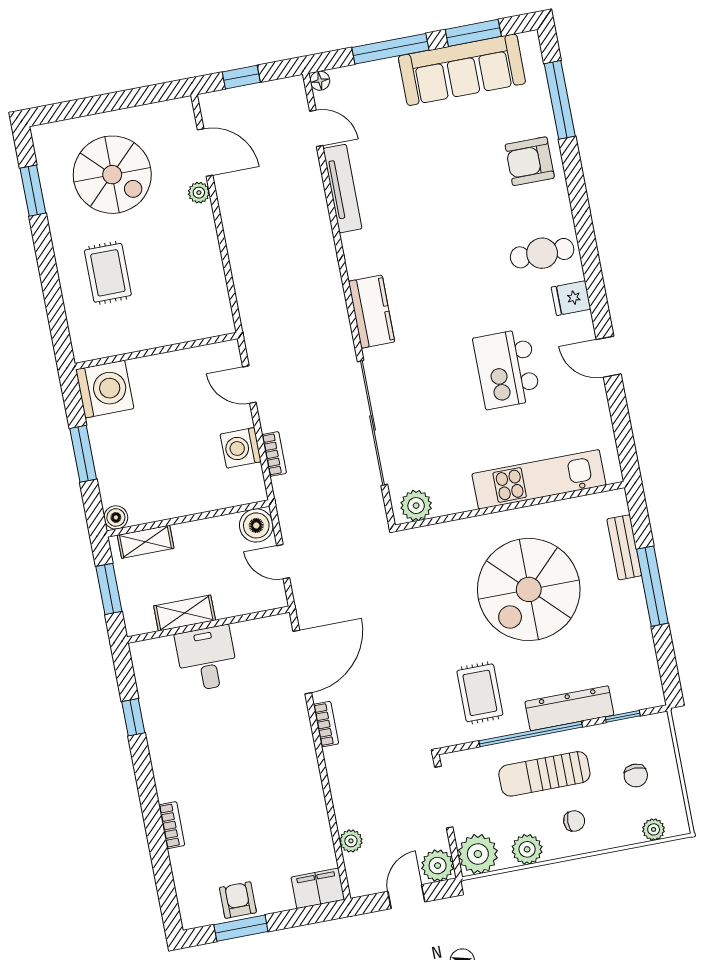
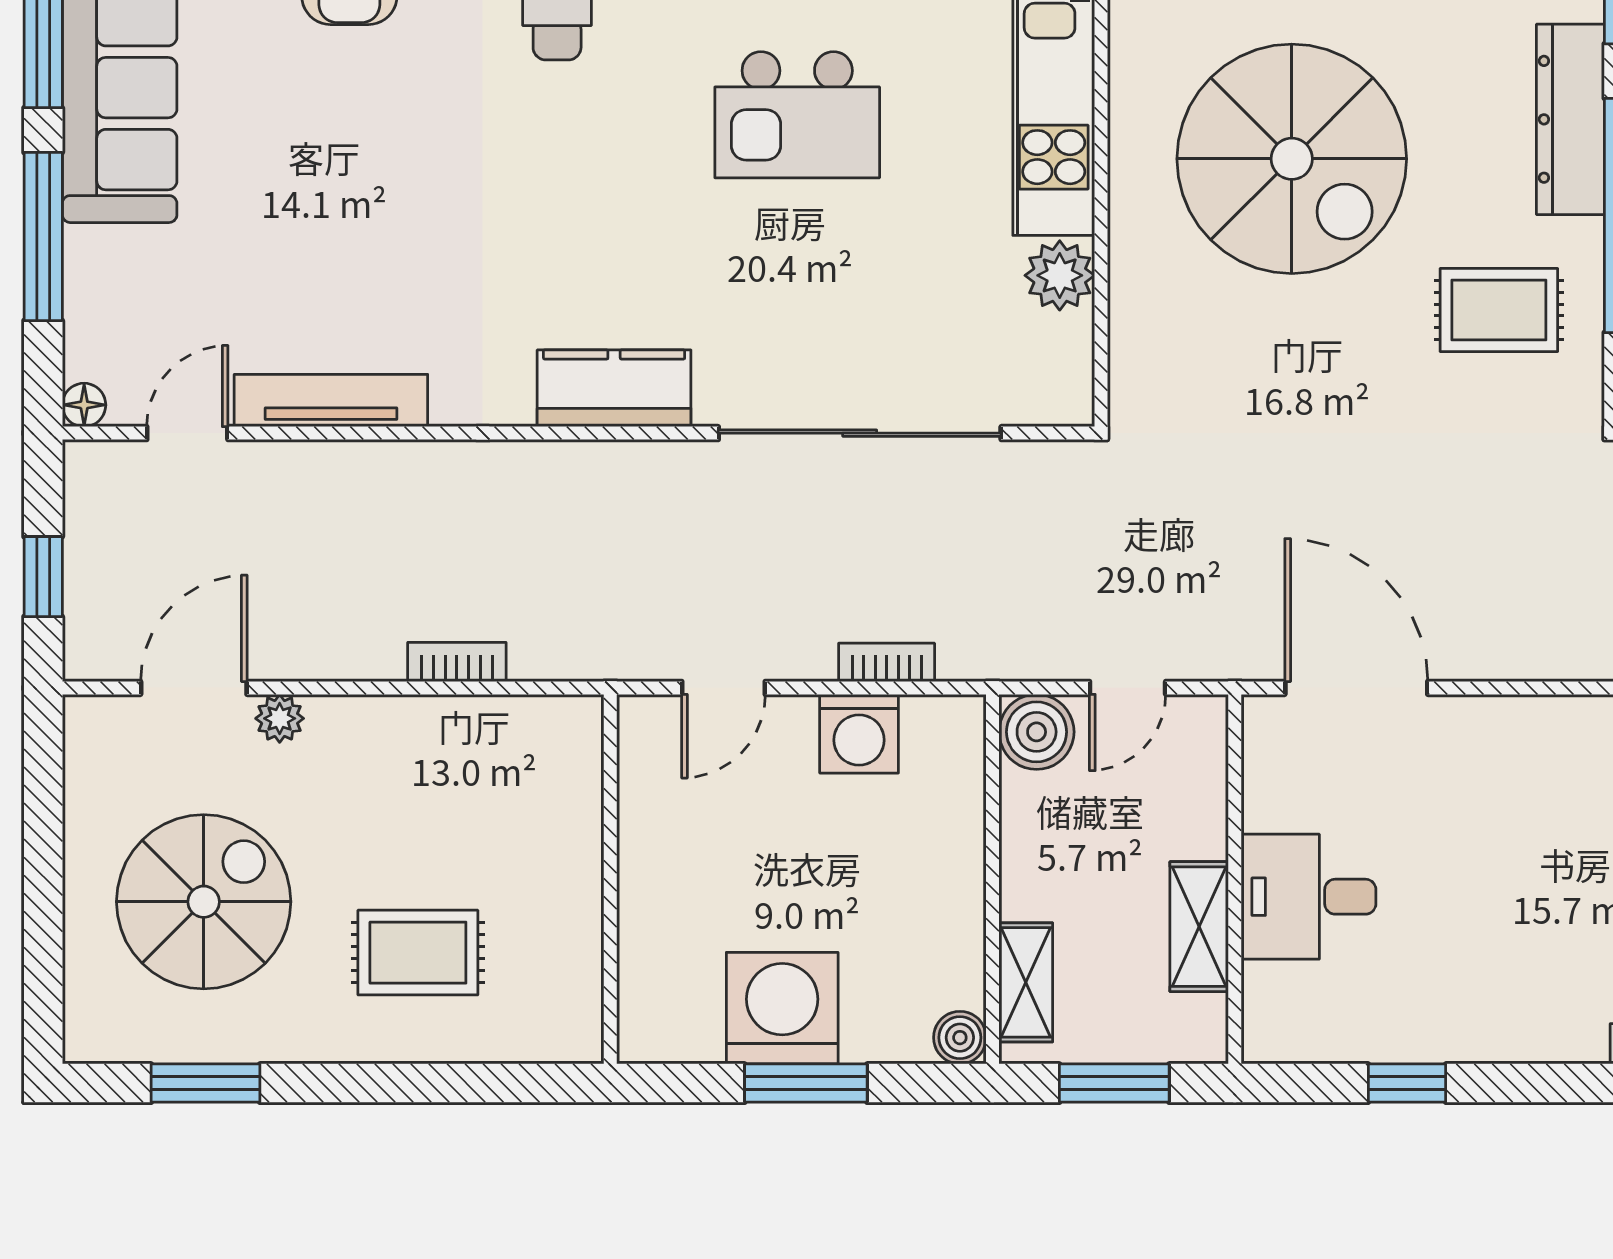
washing machine: (105, 389) -> (782, 1008), moved
plant: (416, 506) -> (1060, 275), moved
bookcase: (326, 724) -> (457, 662), moved

